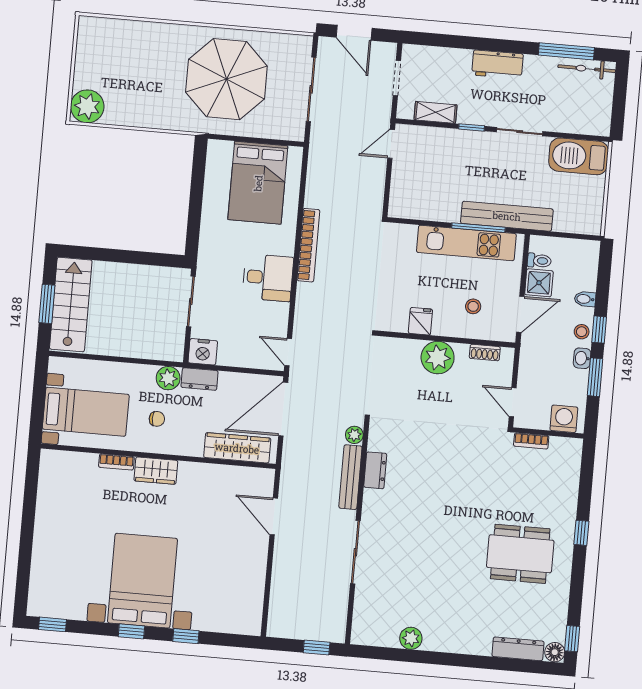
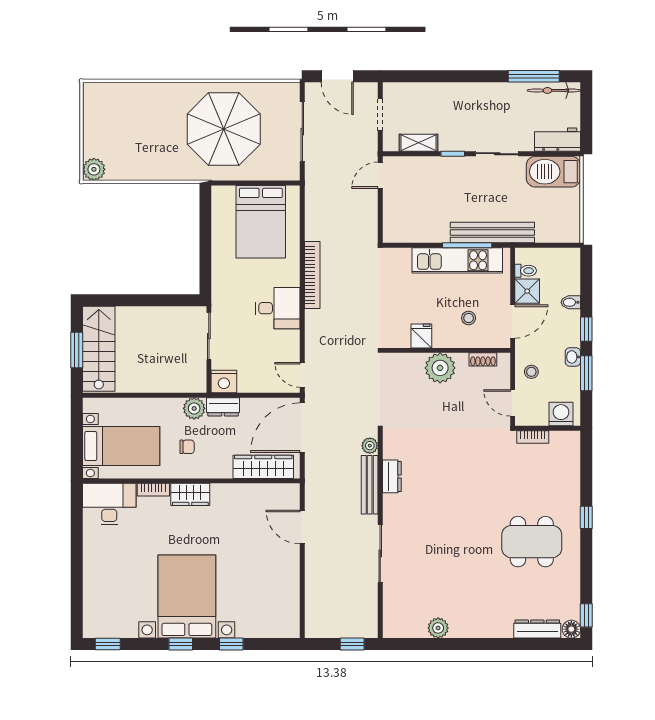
workbench: (497, 65) -> (558, 140), moved, turned 180
plant: (87, 106) -> (94, 169), width x0.73, depth x0.73
stool: (582, 332) -> (531, 372), moved
desk: (67, 473) -> (109, 504), added

